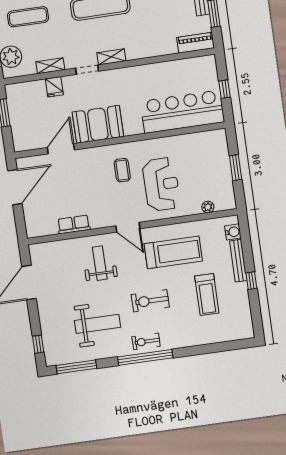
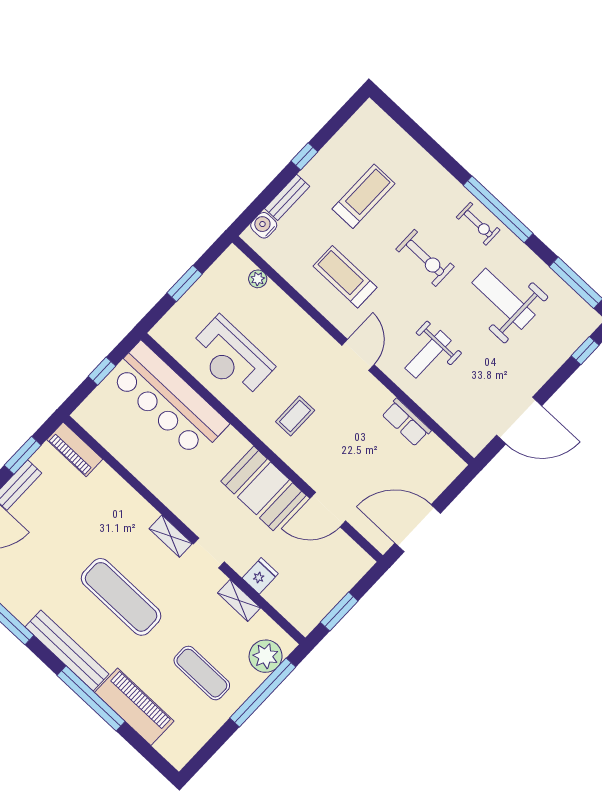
reception desk: (161, 184) -> (231, 358), moved, turned -90
treadmill: (173, 252) -> (345, 277), width x0.73, depth x0.73
bench: (238, 261) -> (287, 197), width x0.73

